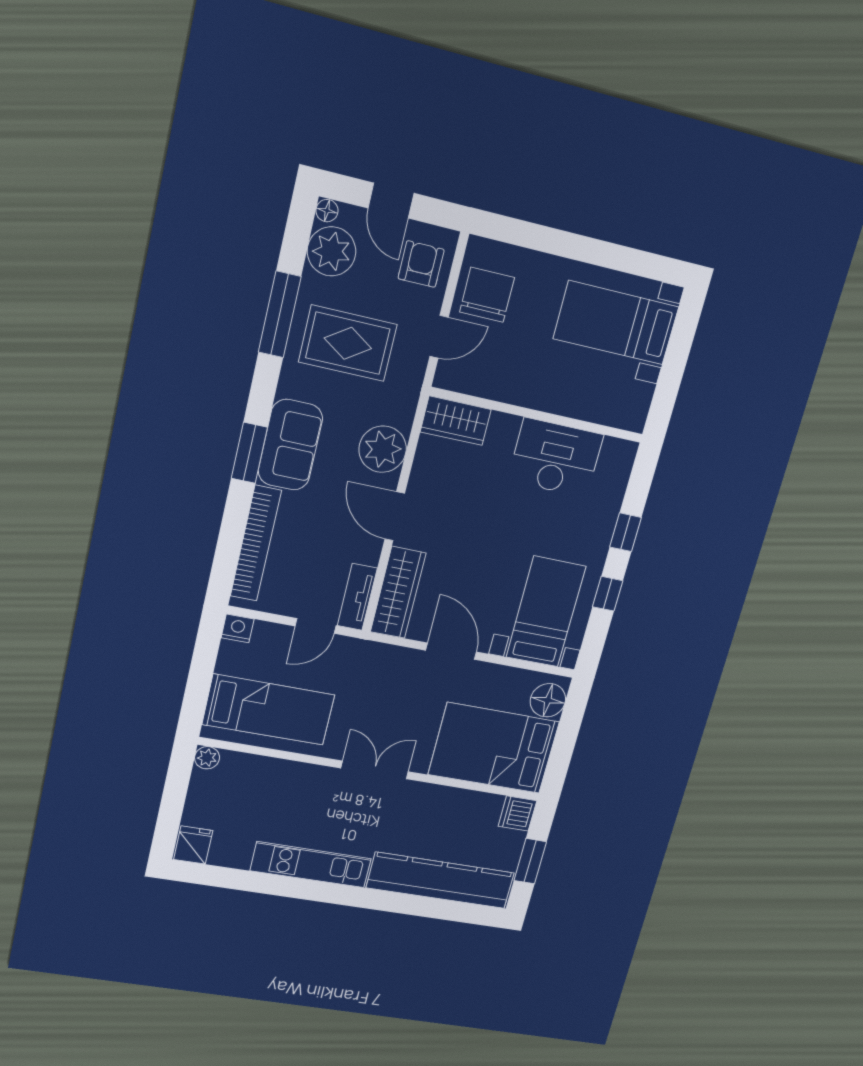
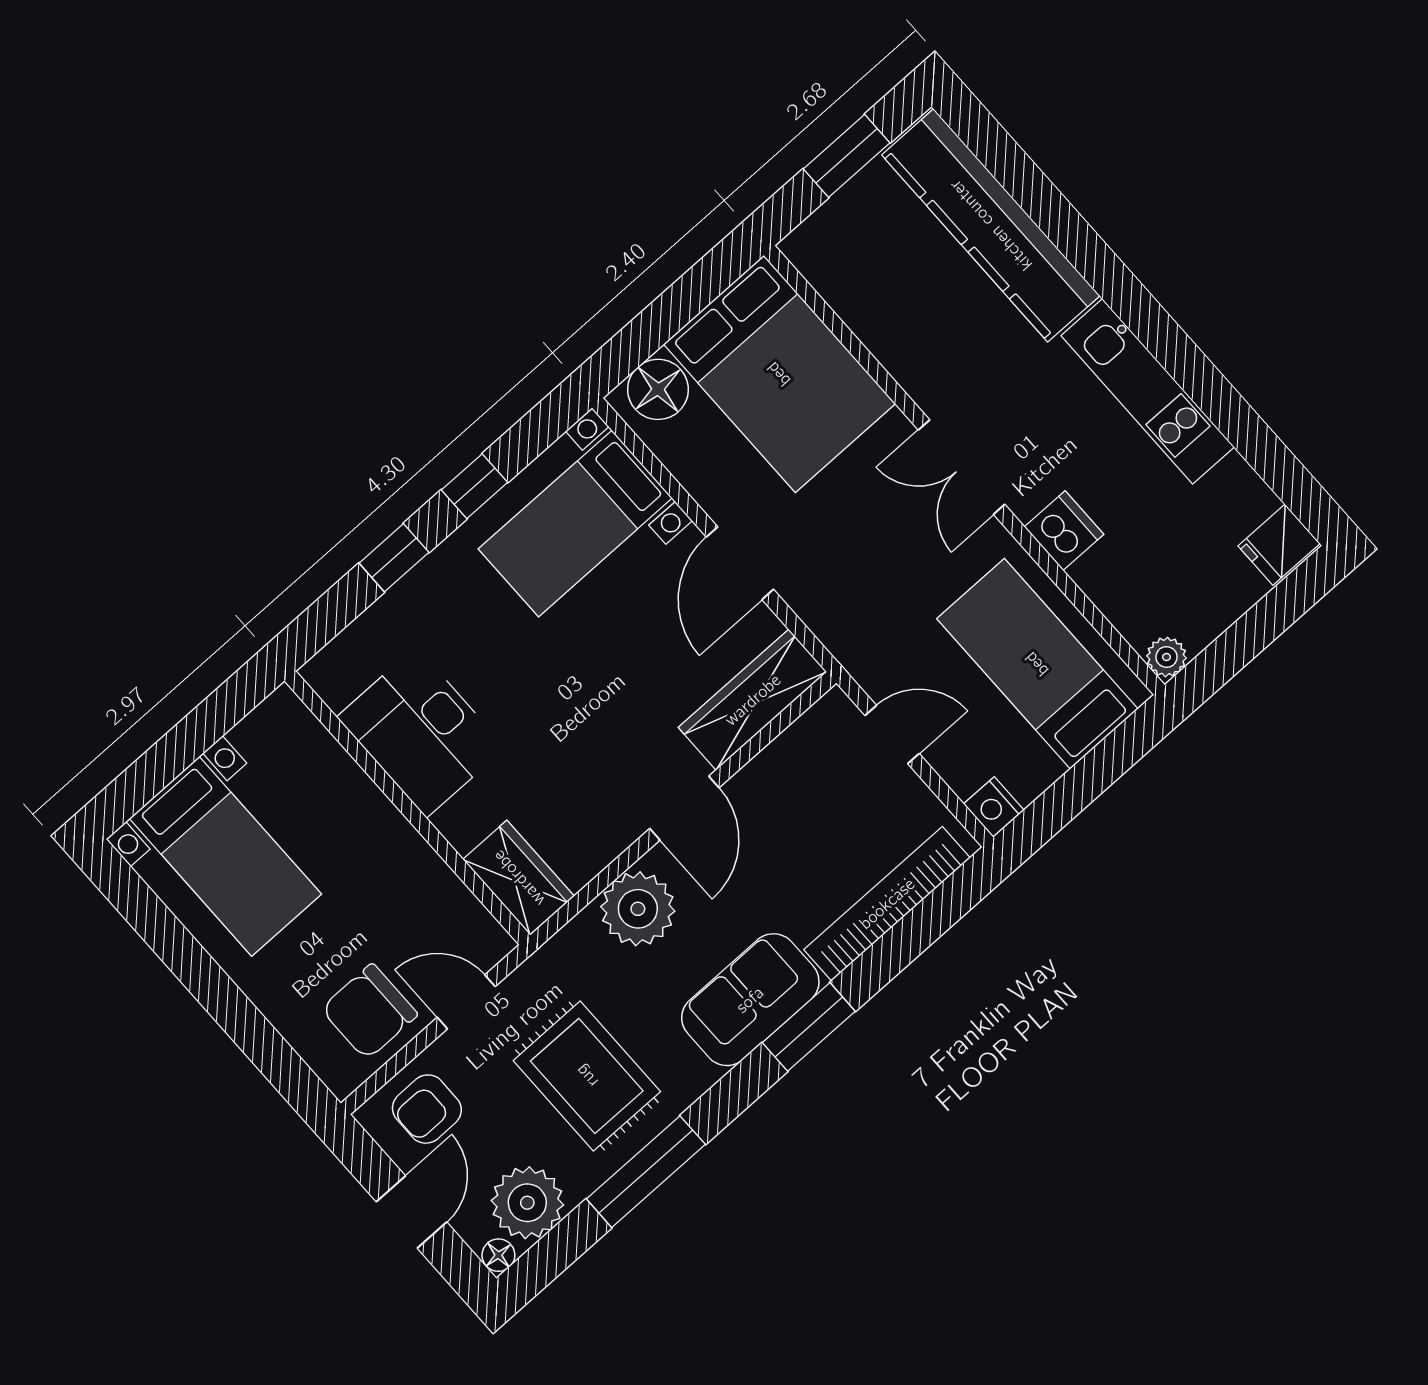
tv unit: (357, 597) -> (810, 734), removed
dishwasher: (517, 814) -> (1064, 531), moved, turned -90

